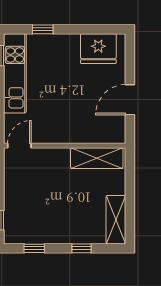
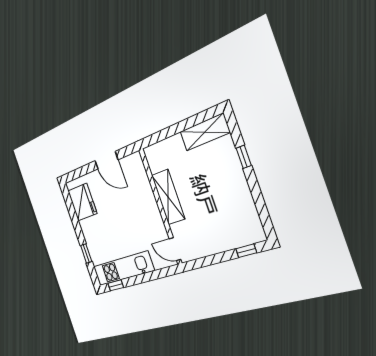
shelving: (97, 158) -> (168, 197), moved
window: (34, 248) -> (261, 207), removed

